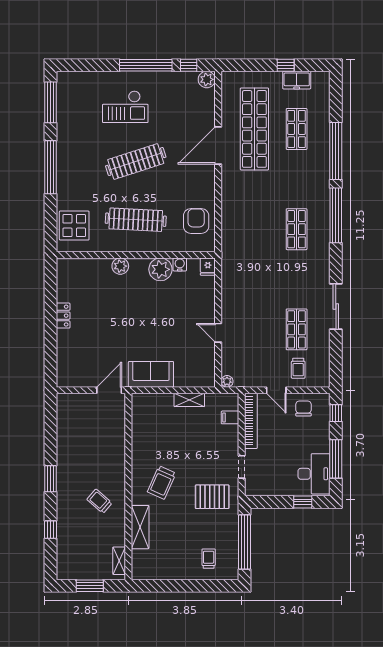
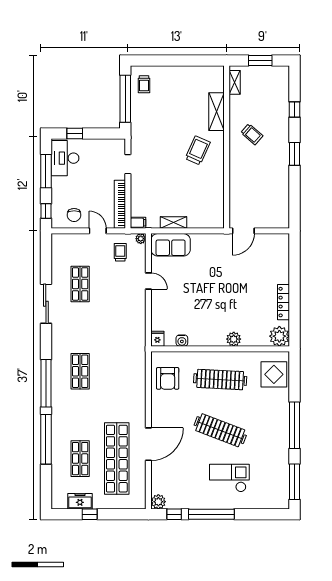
clothes rail: (136, 162) -> (220, 430), turned 39
plant: (160, 269) -> (279, 336), moved
locker: (63, 316) -> (284, 302), width x1.53
trolley: (298, 368) -> (120, 252), moved
sofa: (151, 374) -> (171, 245), moved
filing cabinet: (230, 417) -> (138, 223), moved
pallet: (212, 497) -> (154, 138), removed
trolley: (209, 559) -> (144, 84), moved

